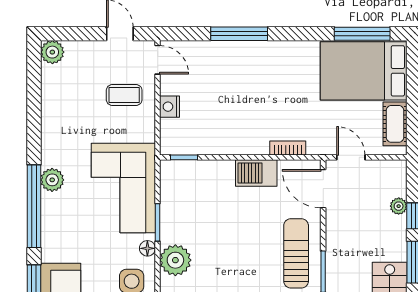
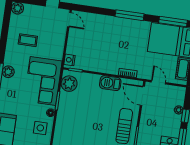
window: (239, 34) -> (130, 15), moved
coffee table: (124, 95) -> (28, 40), moved
nightstand: (170, 107) -> (70, 60), moved
plant: (175, 260) -> (69, 84), moved

